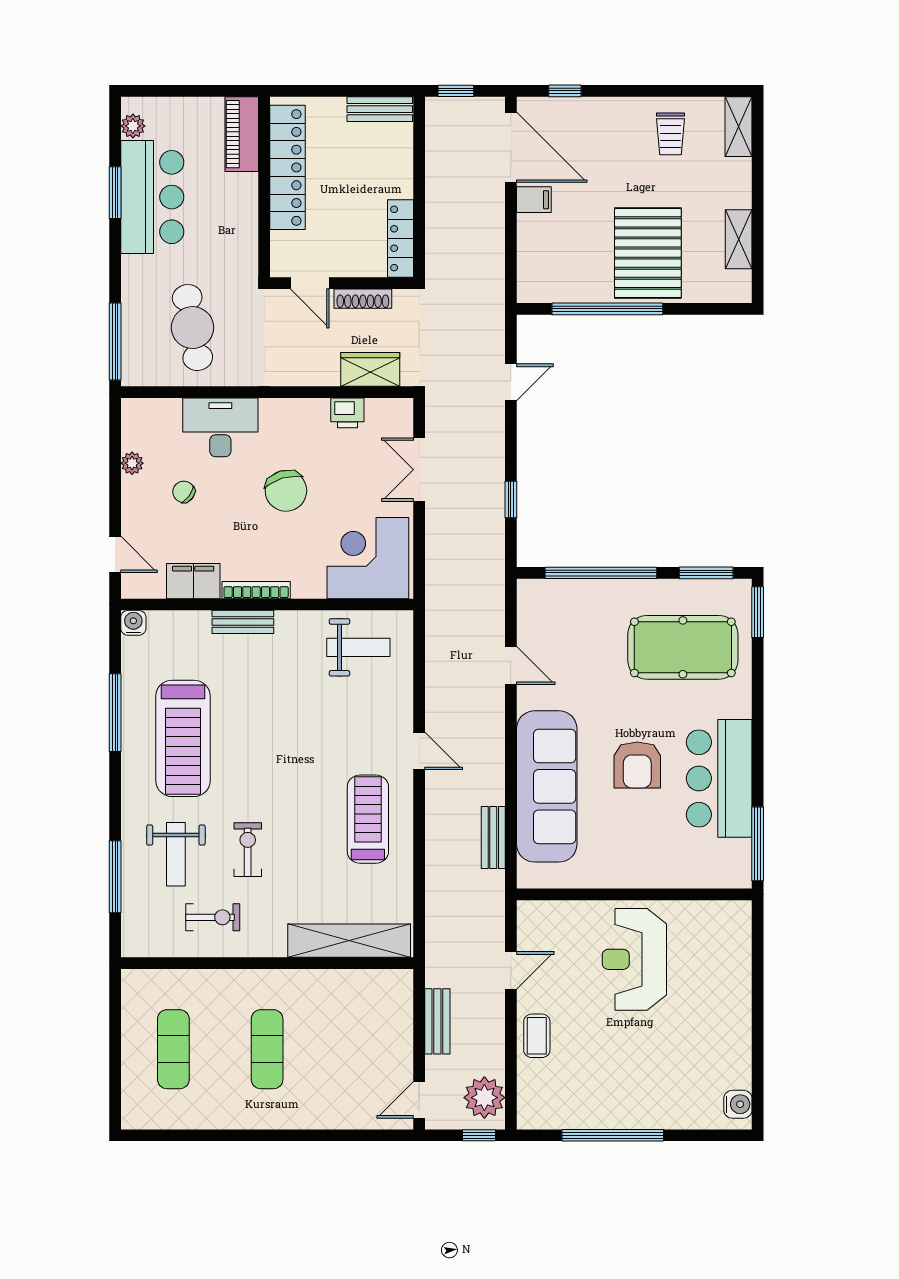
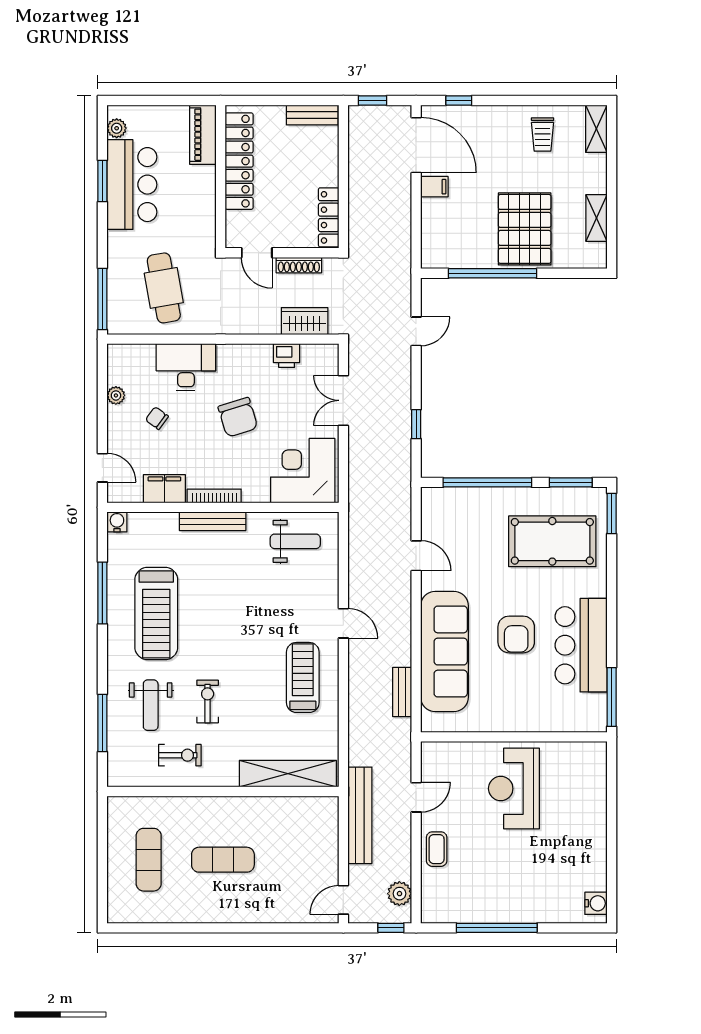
bench: (243, 622) -> (213, 521), width x1.36
bench: (437, 1021) -> (360, 815), width x1.86, depth x1.21
exercise mat: (267, 1049) -> (223, 860), turned 90
plant: (484, 1098) -> (399, 894), width x0.73, depth x0.73

